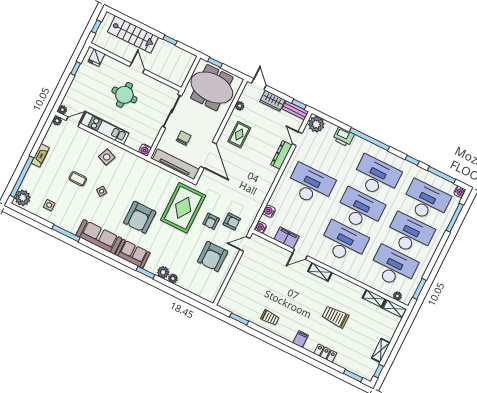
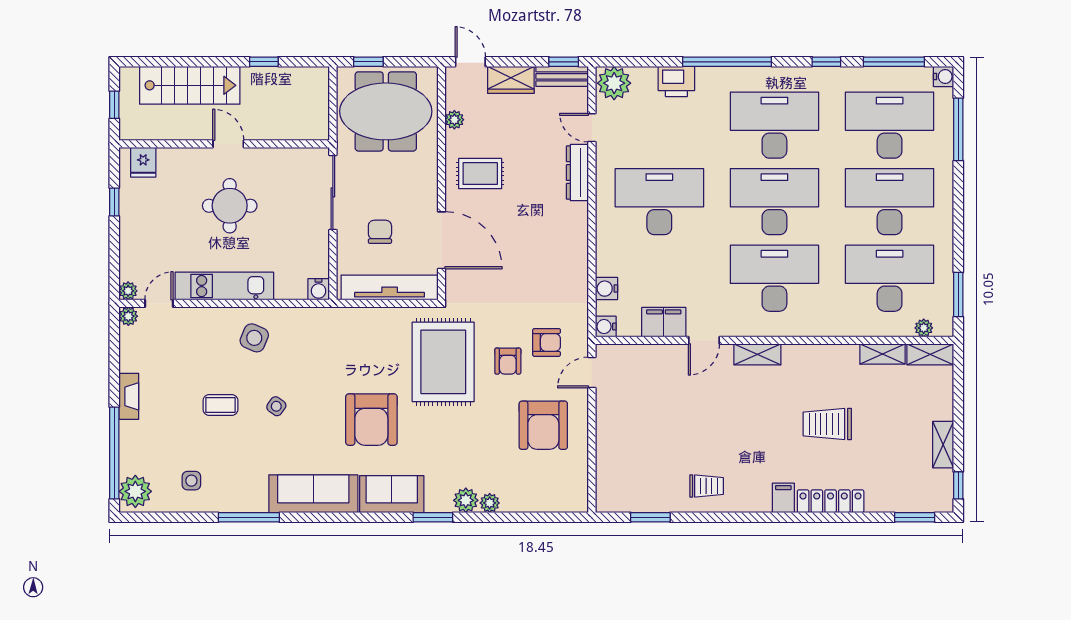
rug: (239, 135) -> (480, 174), turned 90
locker: (325, 353) -> (831, 501), width x1.53

